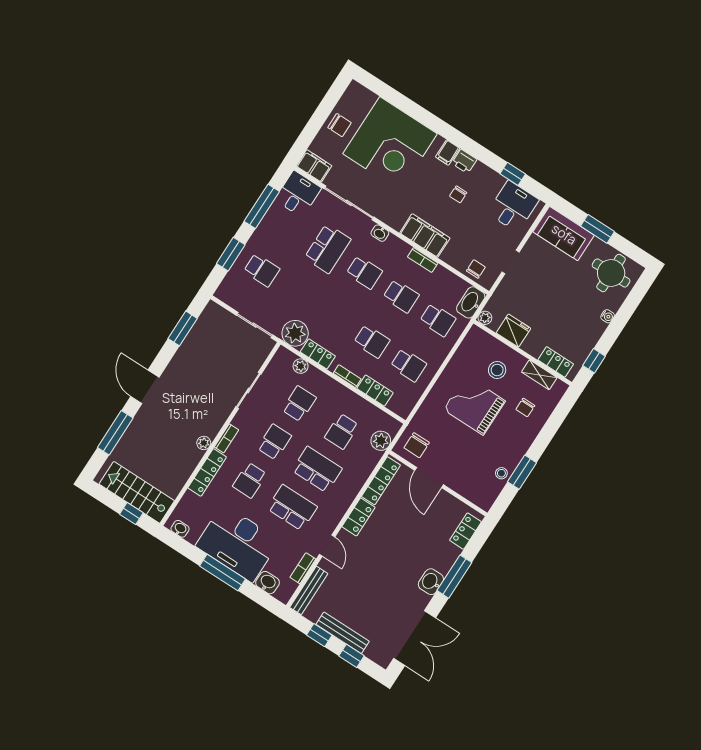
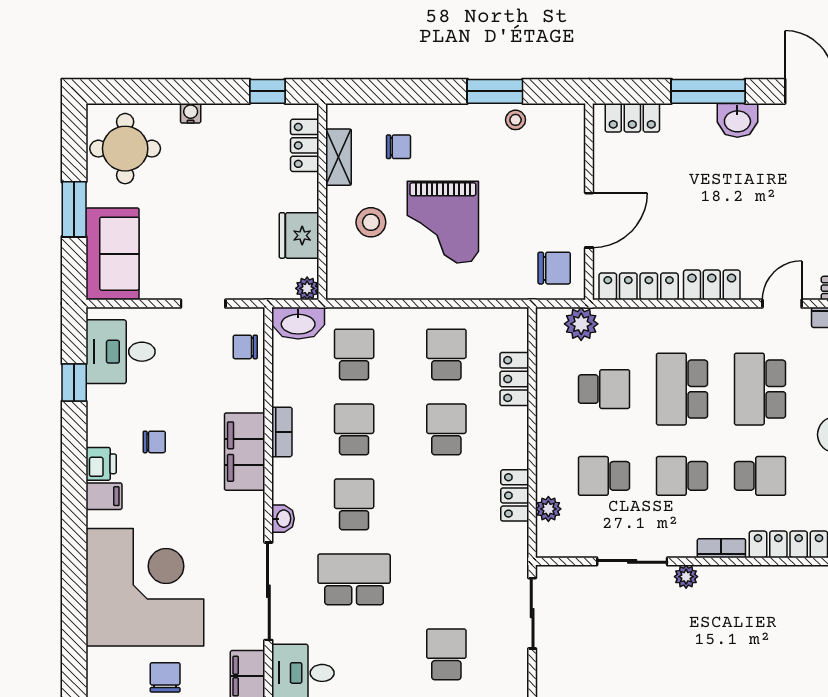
plant: (295, 333) -> (506, 547), removed
bookcase: (347, 376) -> (519, 432), removed
plant: (204, 443) -> (686, 577), moved

